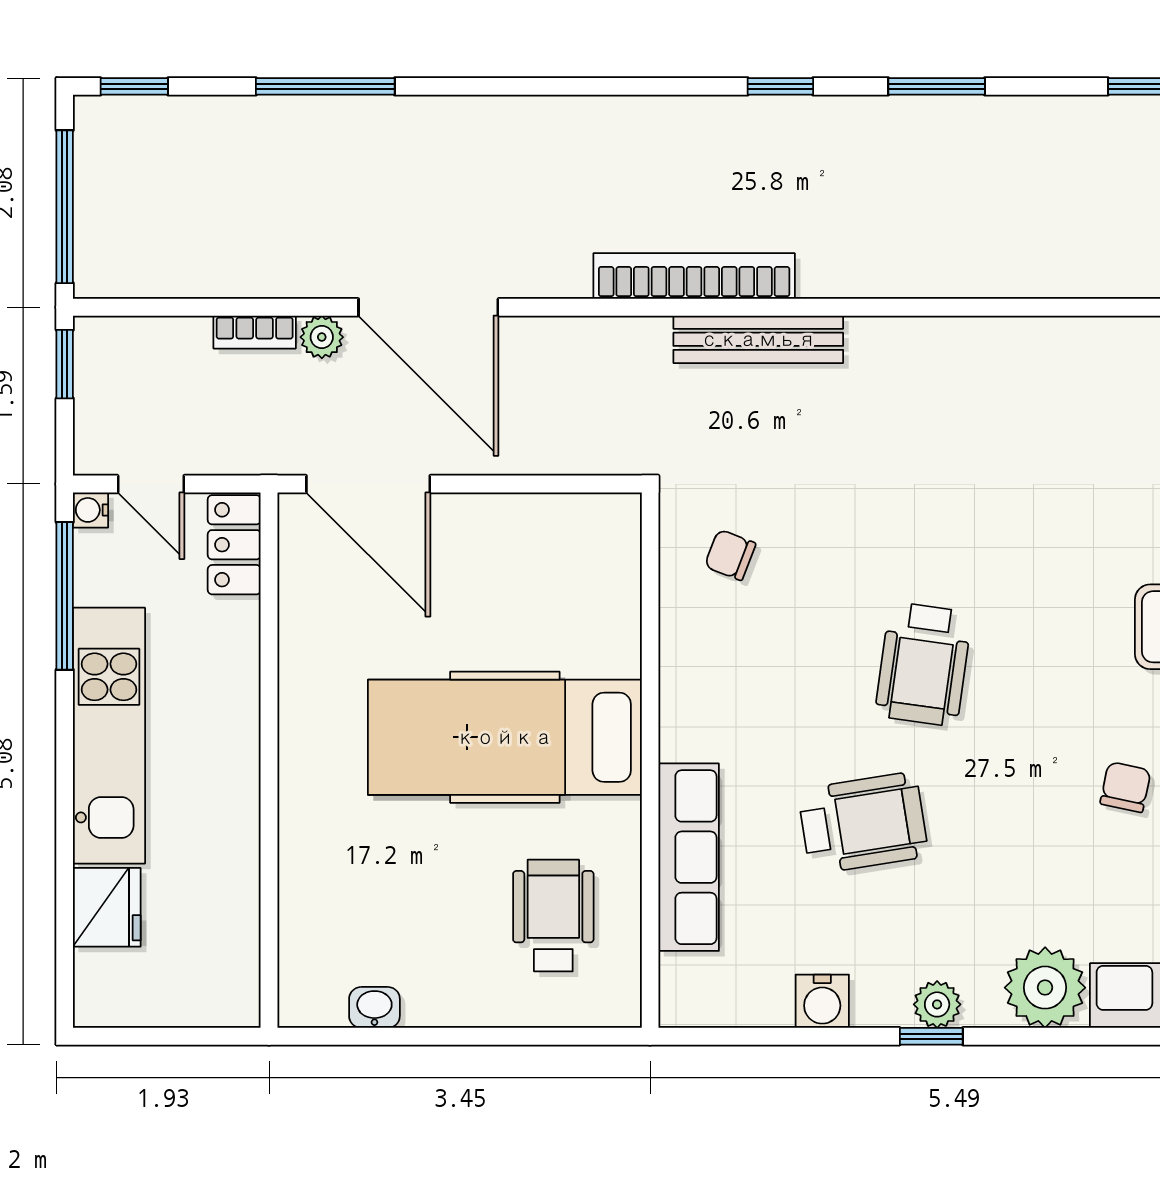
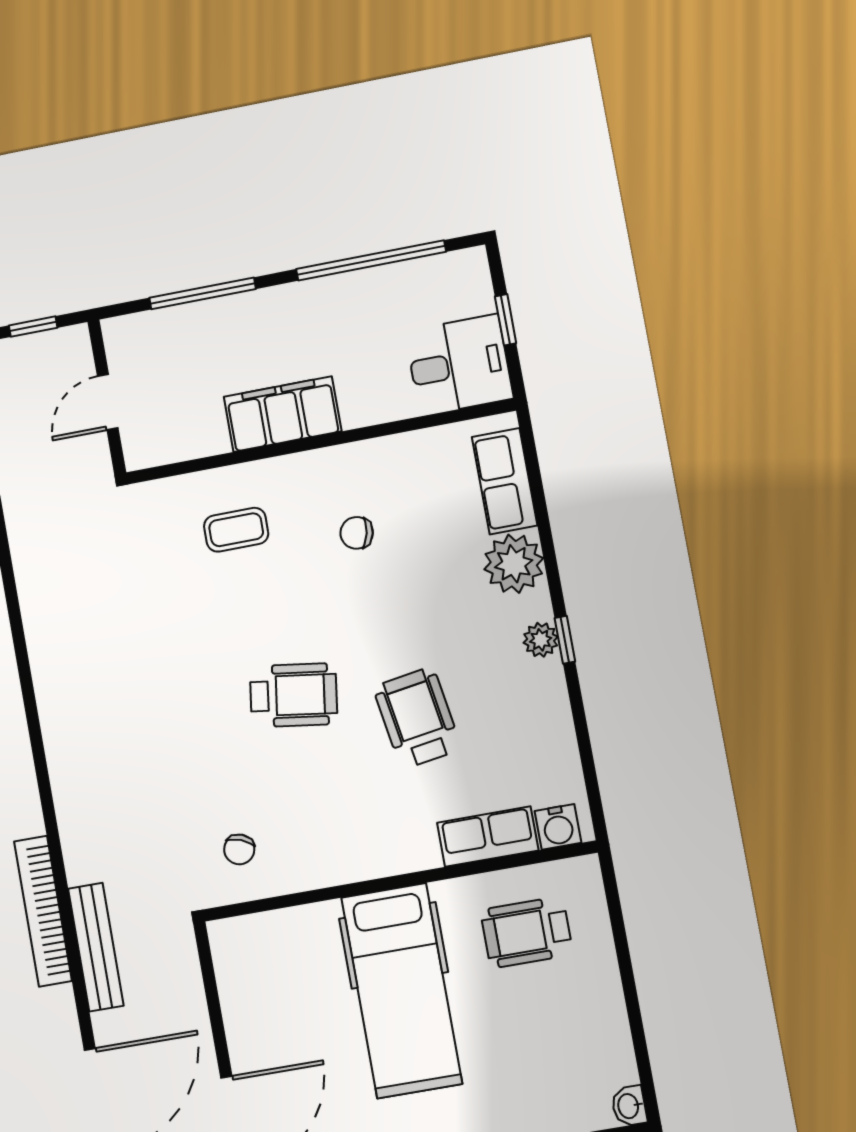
bench: (758, 339) -> (96, 947), moved
row of seats: (689, 857) -> (488, 837), width x0.68
water cooler: (822, 1001) -> (558, 827), moved, turned 90
washbasin: (374, 1007) -> (629, 1106), moved

